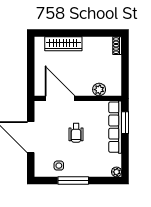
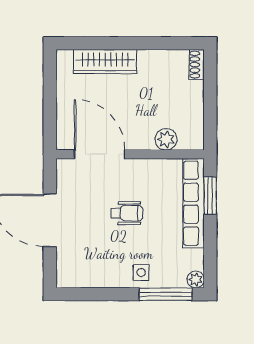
wheelchair: (76, 133) -> (127, 213), turned -90
side table: (59, 166) -> (141, 272), moved
window: (73, 181) -> (166, 294), moved

